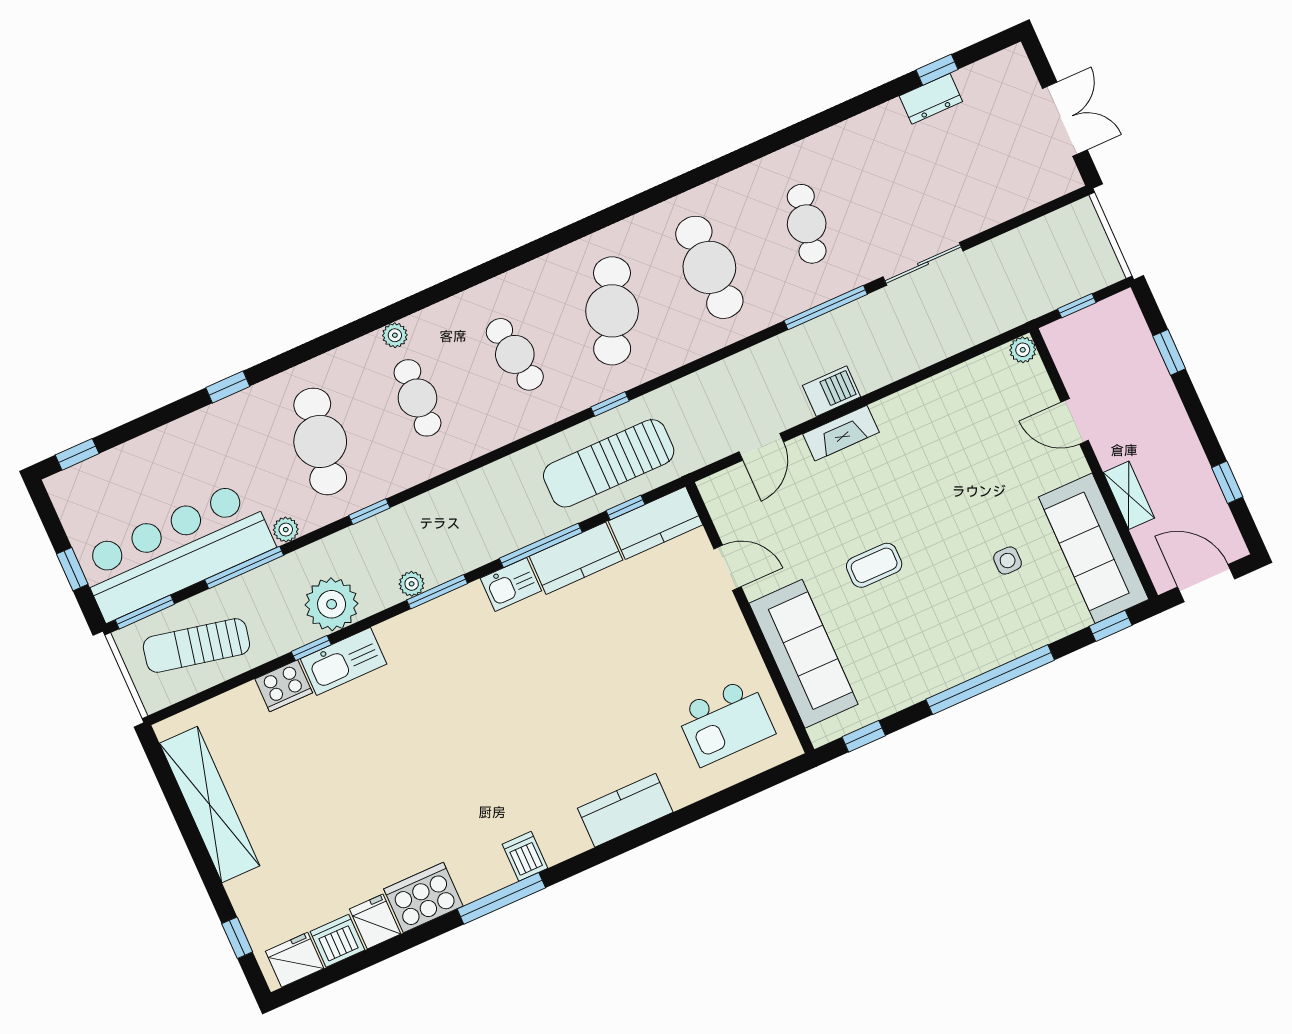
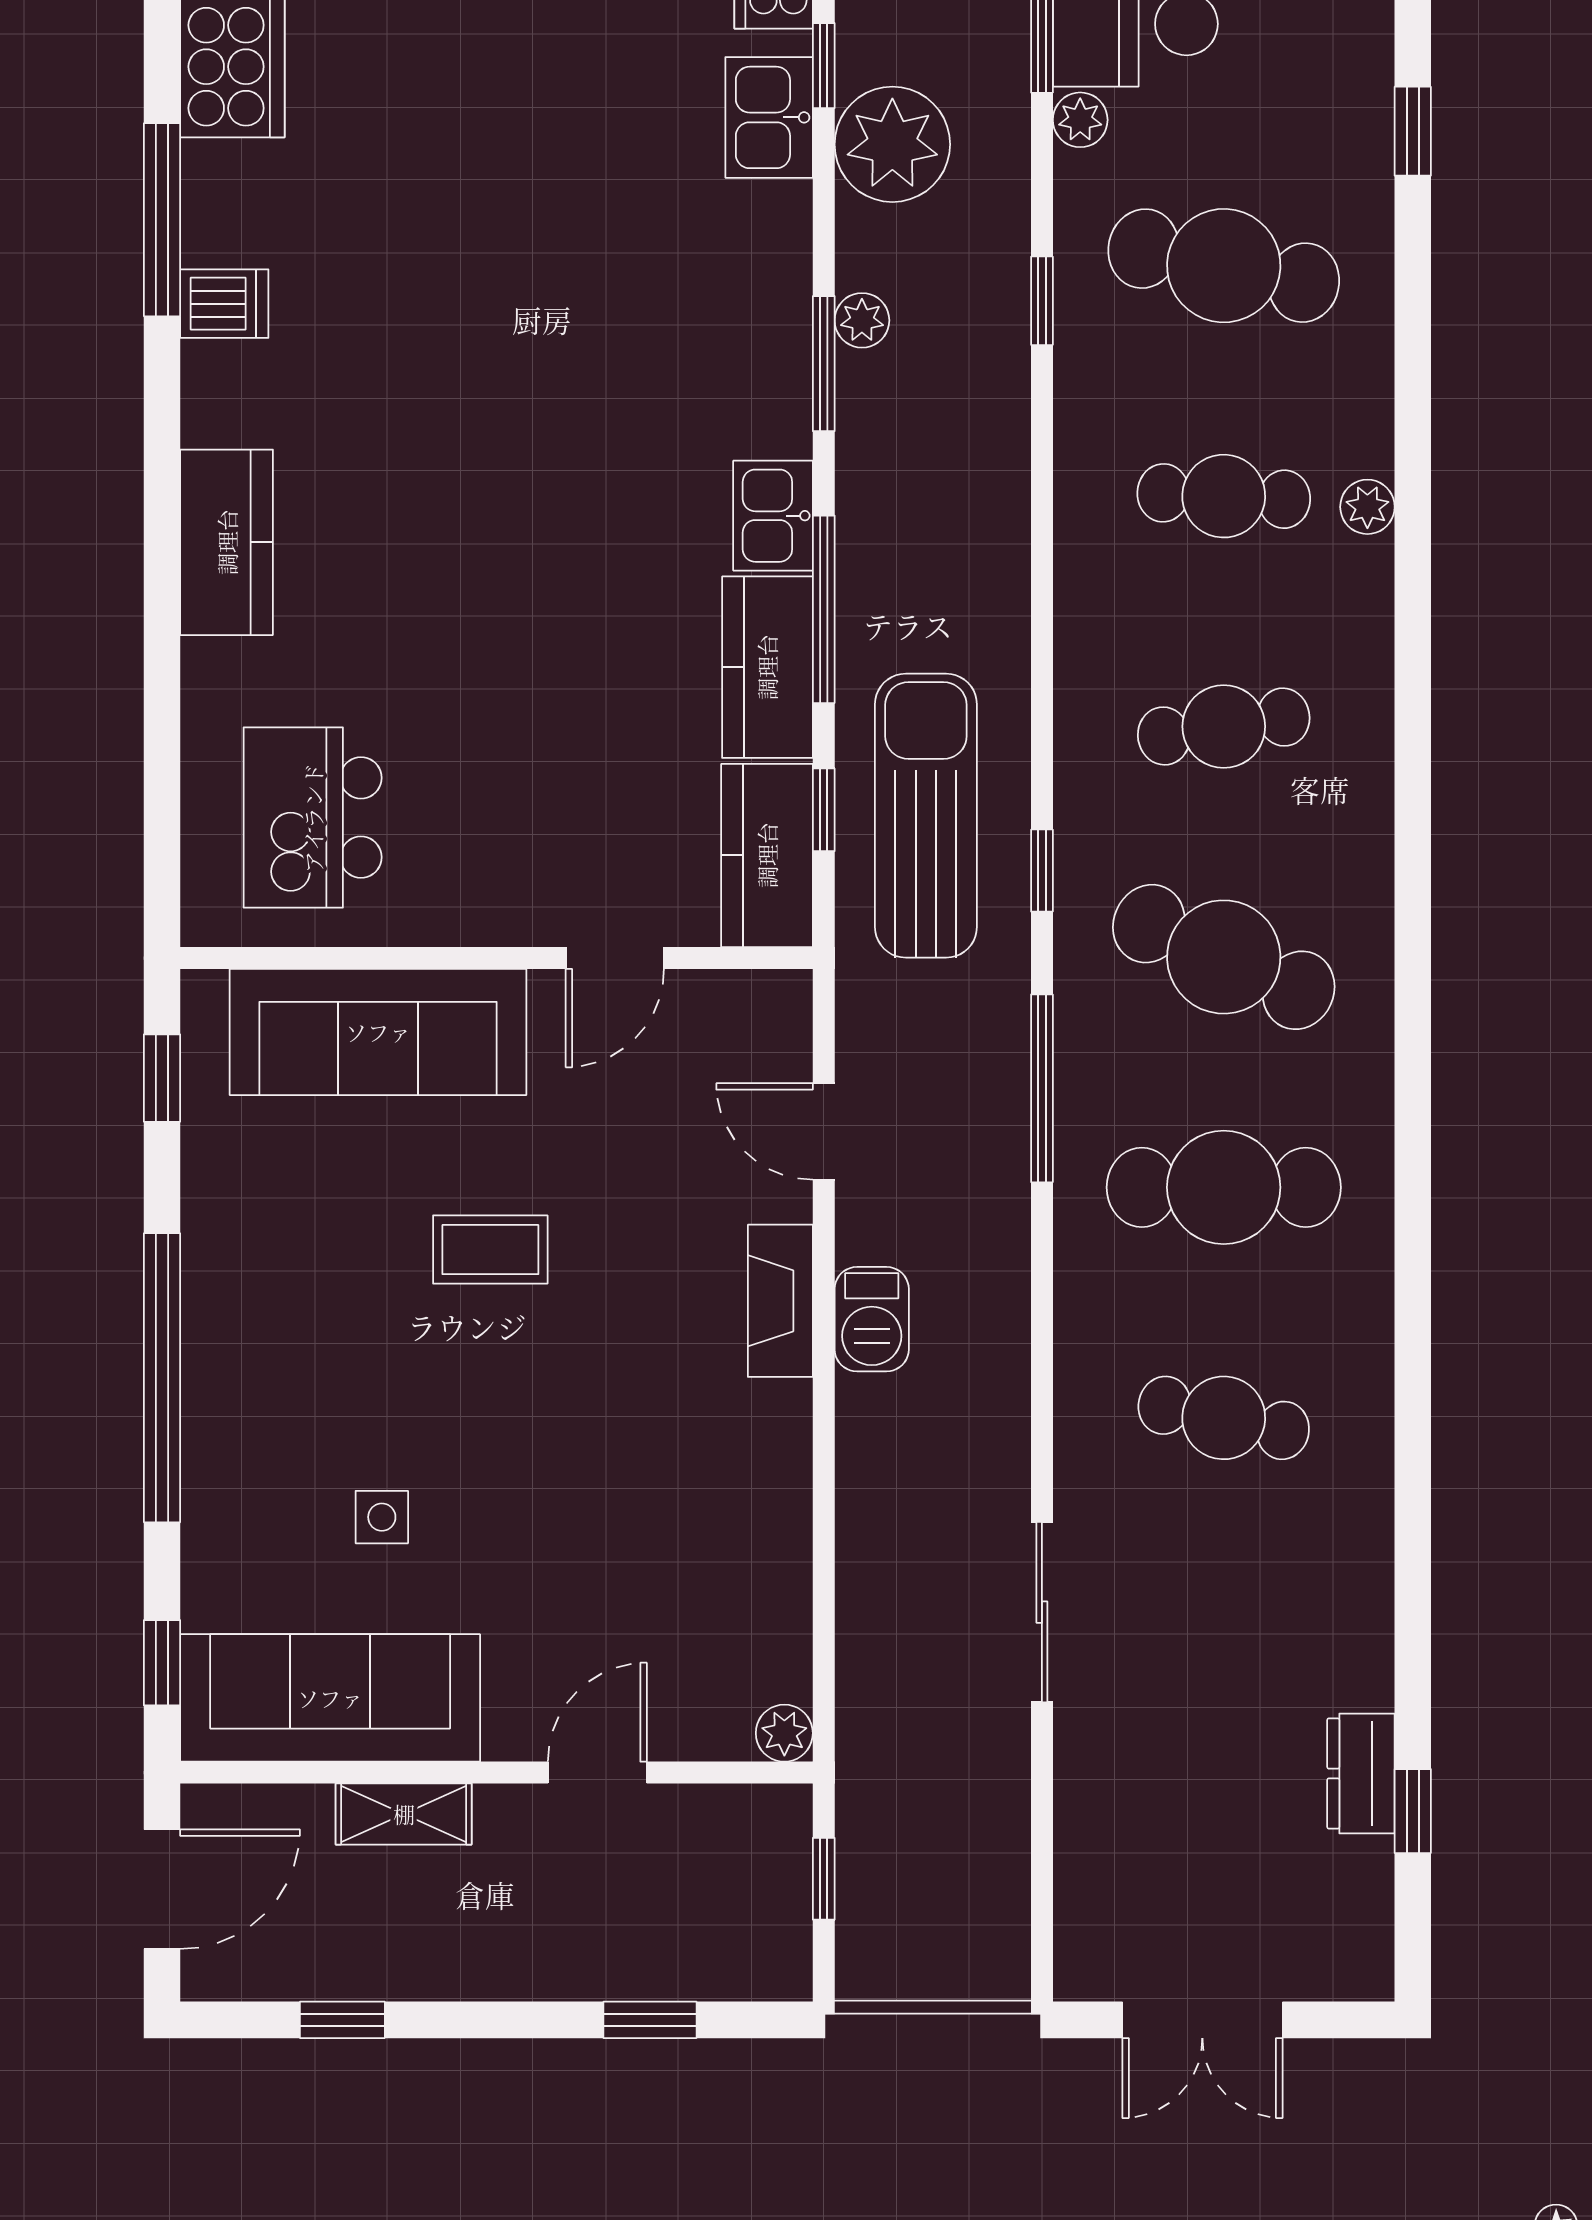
window: (826, 307) -> (1042, 1088), moved
coffee table: (874, 565) -> (490, 1250), turned 90
kitchen sink: (344, 661) -> (769, 117), width x0.73

